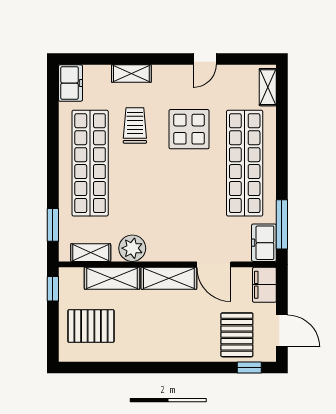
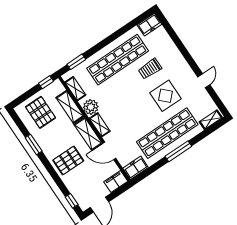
door: (205, 59) -> (204, 81), swing flipped
shelving: (131, 74) -> (100, 125), moved
trolley: (135, 125) -> (150, 69), turned 180
window: (282, 224) -> (178, 151), moved
door: (214, 264) -> (109, 151), hinge flipped
pallet: (237, 335) -> (68, 160), moved
window: (131, 367) -> (34, 144), added

